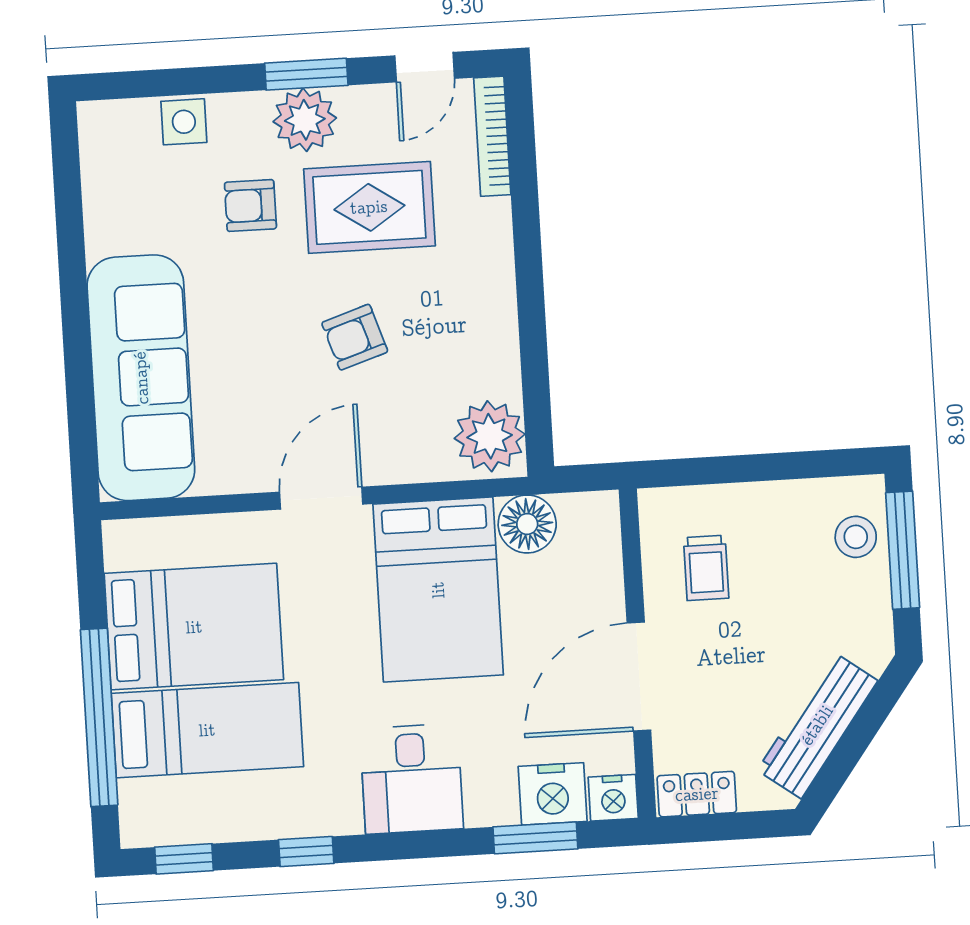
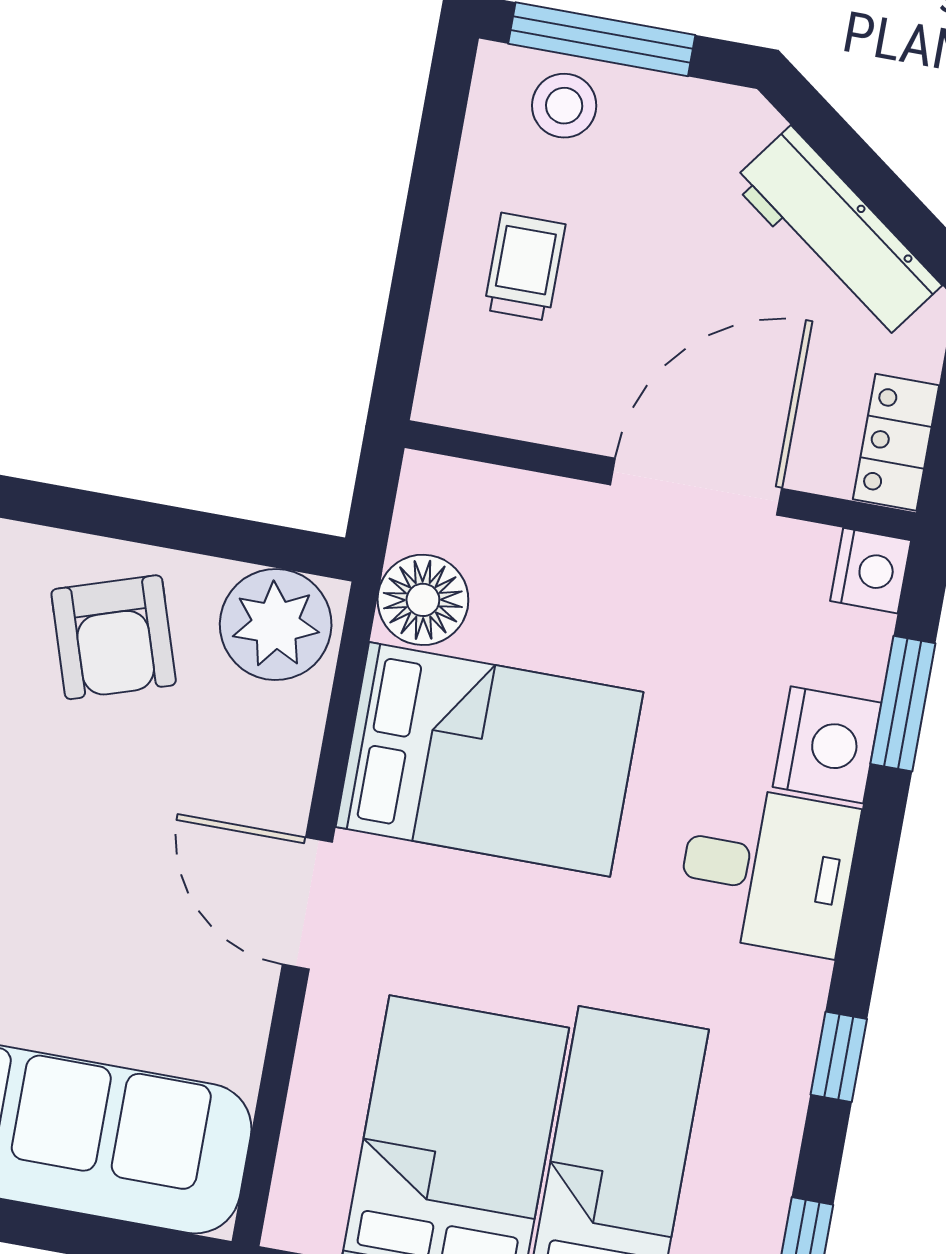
armchair: (355, 337) -> (114, 637), moved, width x1.38, depth x1.38
trolley: (706, 568) -> (525, 267), moved, turned -90
door: (639, 677) -> (696, 487), swing flipped
nightstand: (553, 794) -> (827, 745), moved

